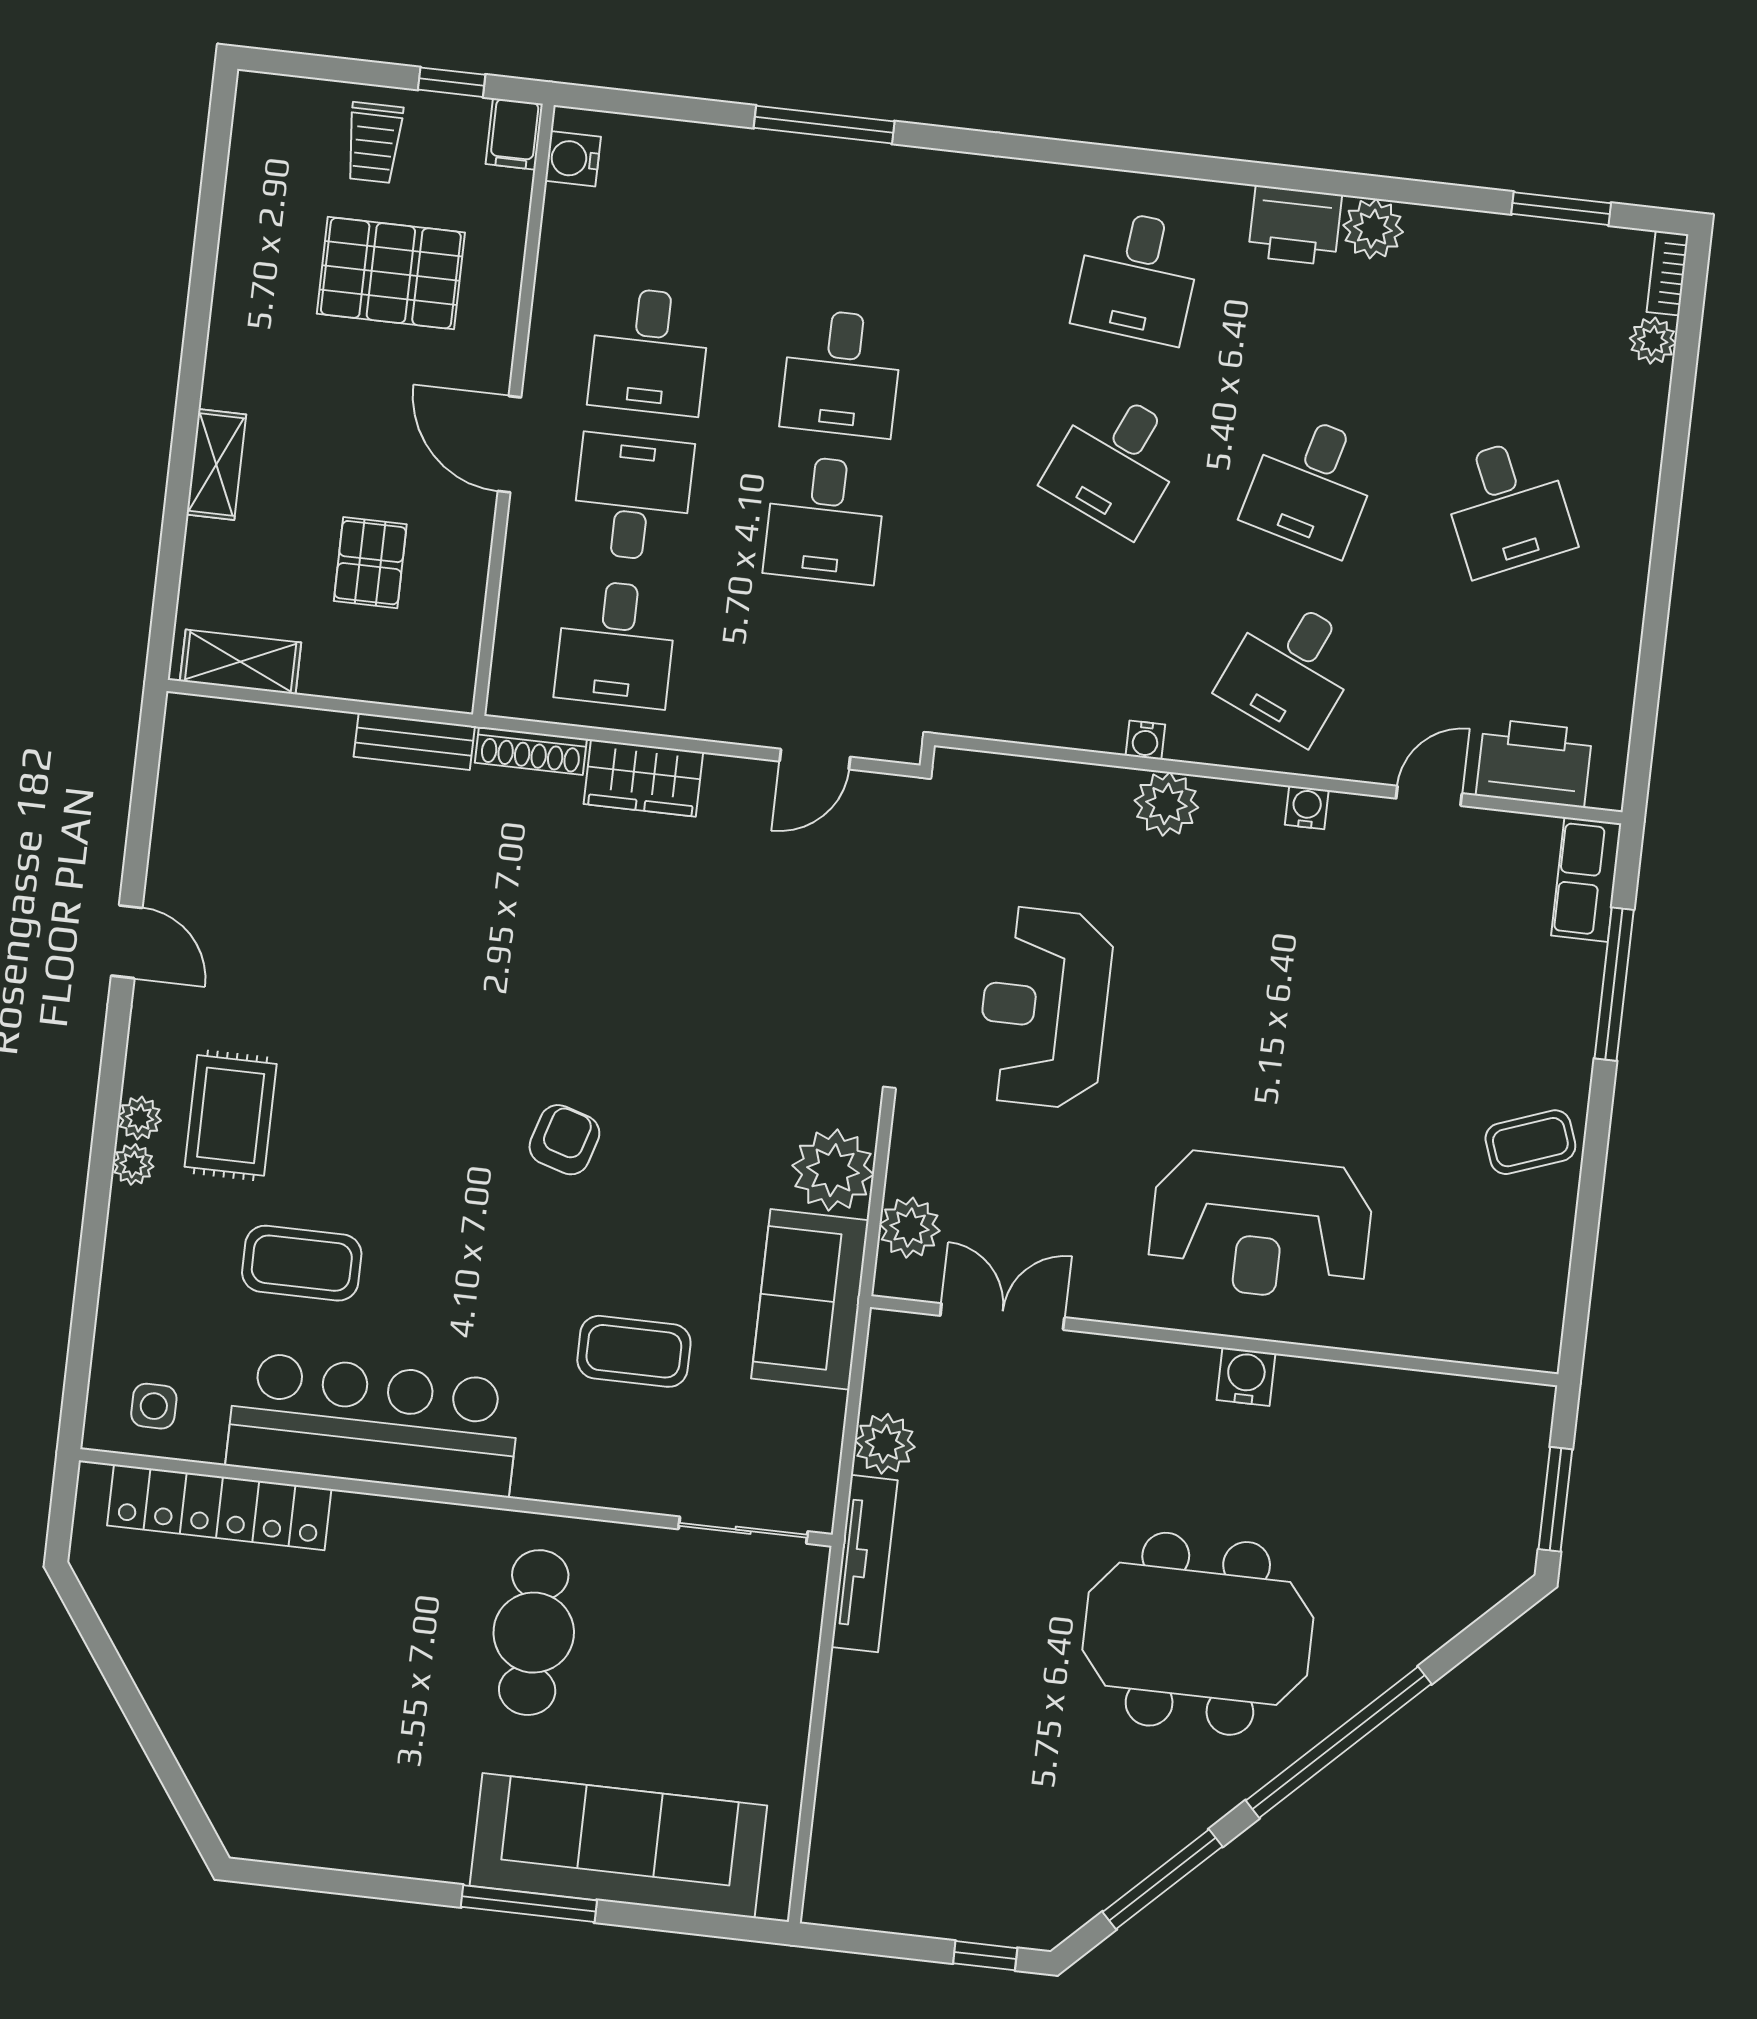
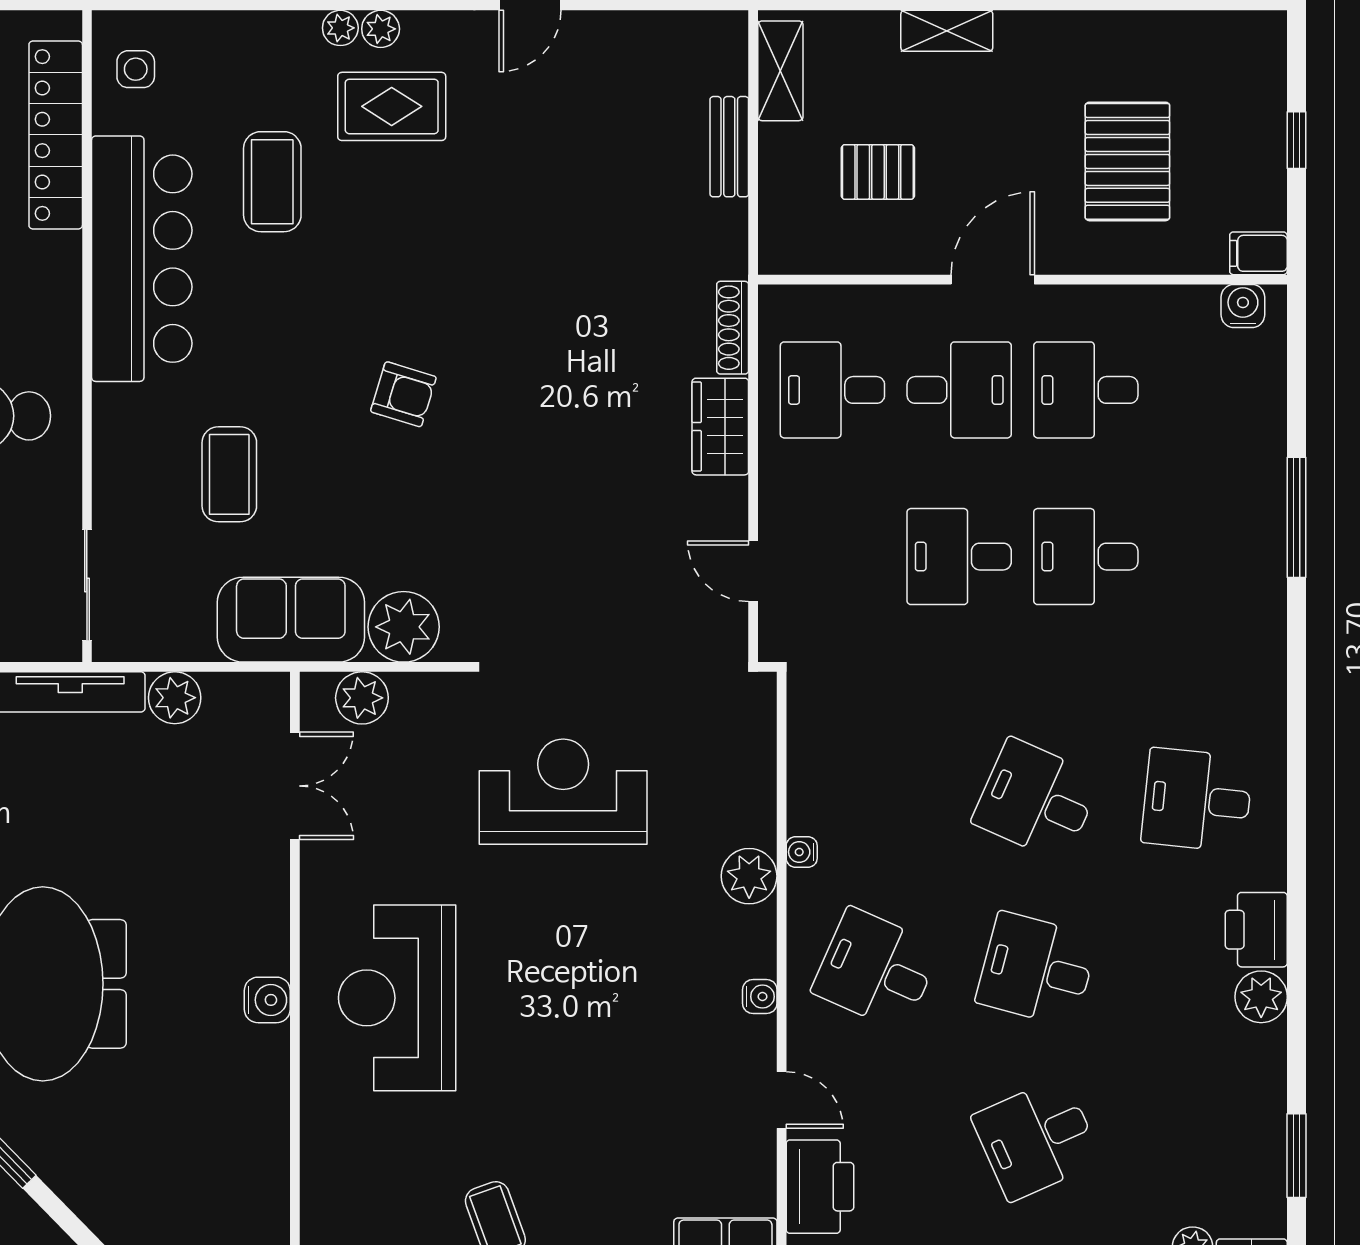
window: (452, 82) -> (1297, 140), moved
trolley: (374, 143) -> (1237, 134), removed
bench: (414, 741) -> (729, 147), moved

